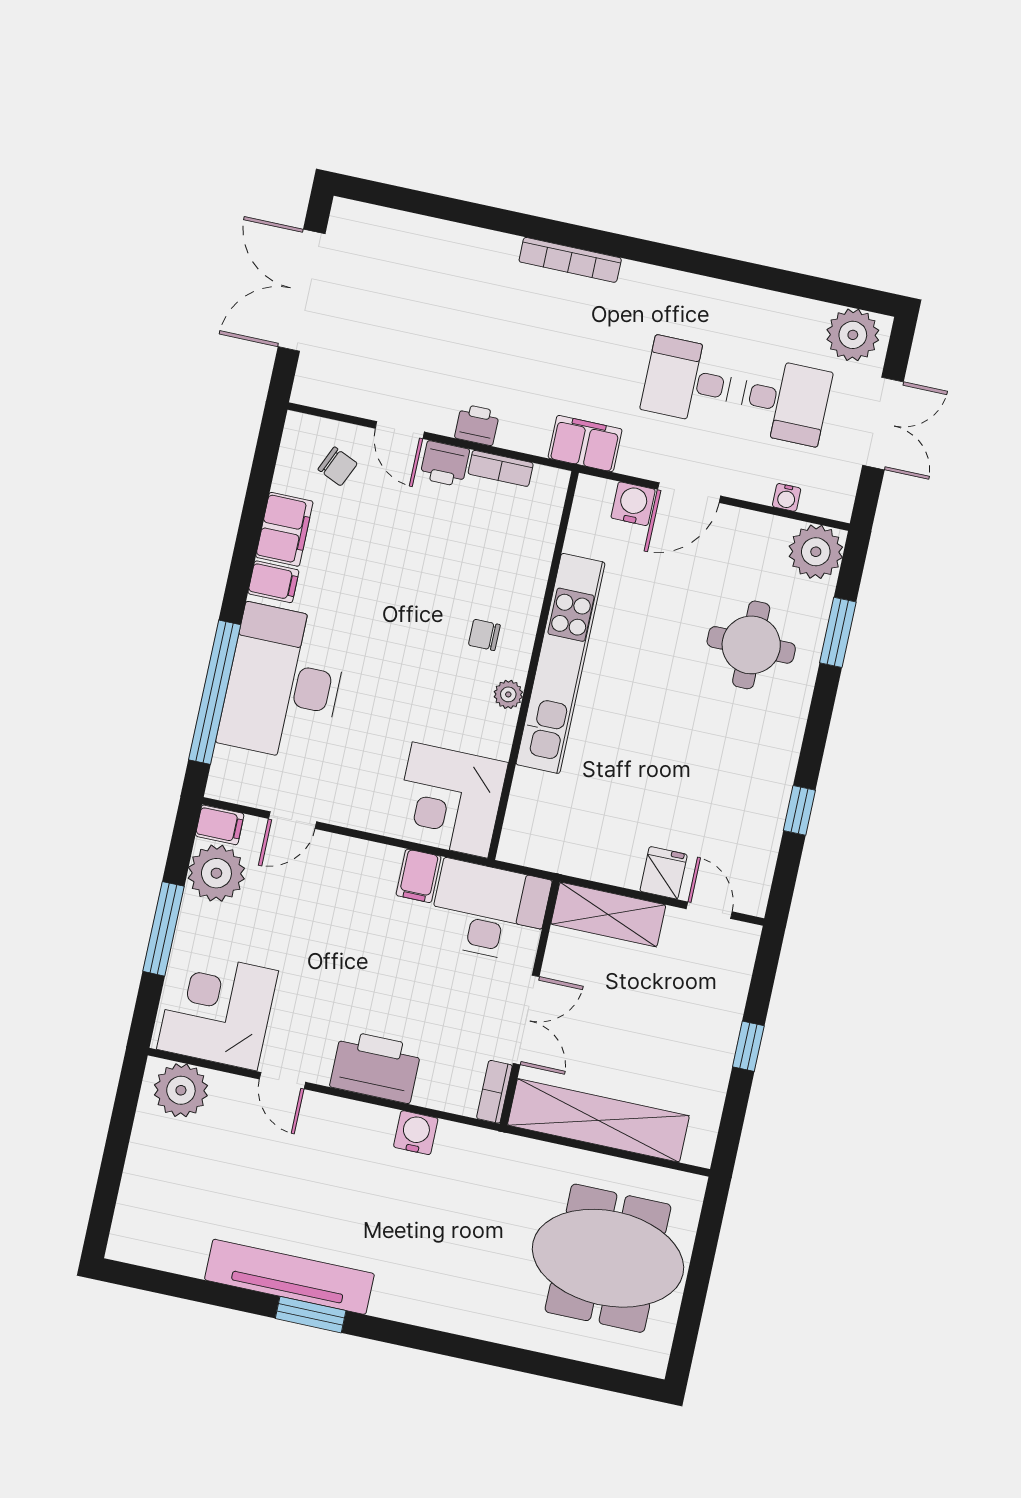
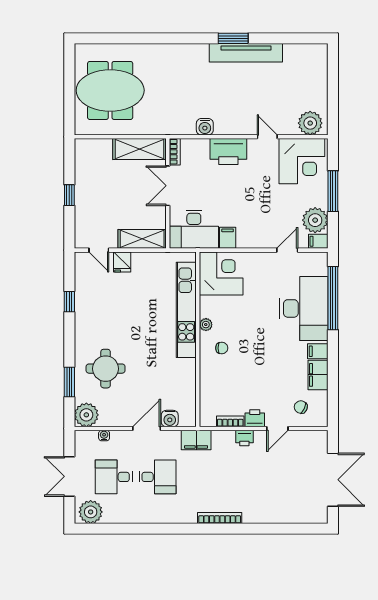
door: (400, 430) -> (277, 429), swing flipped
kitchen unit: (560, 663) -> (186, 310), moved
shelving: (598, 1120) -> (140, 149), width x0.68

